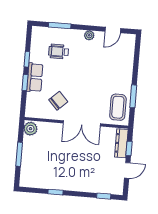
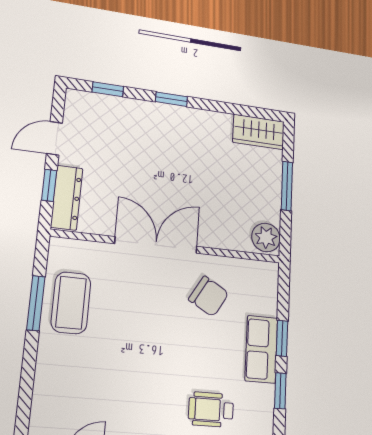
wheelchair: (59, 52) -> (211, 410), turned 180
chair: (58, 101) -> (209, 296), turned -107
coffee table: (118, 107) -> (71, 303), moved
wardrobe: (32, 180) -> (259, 132), added
window: (56, 192) -> (171, 99), moved

